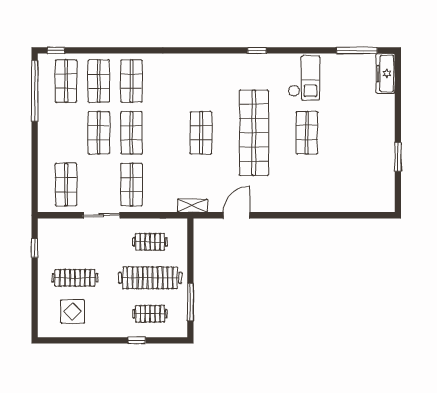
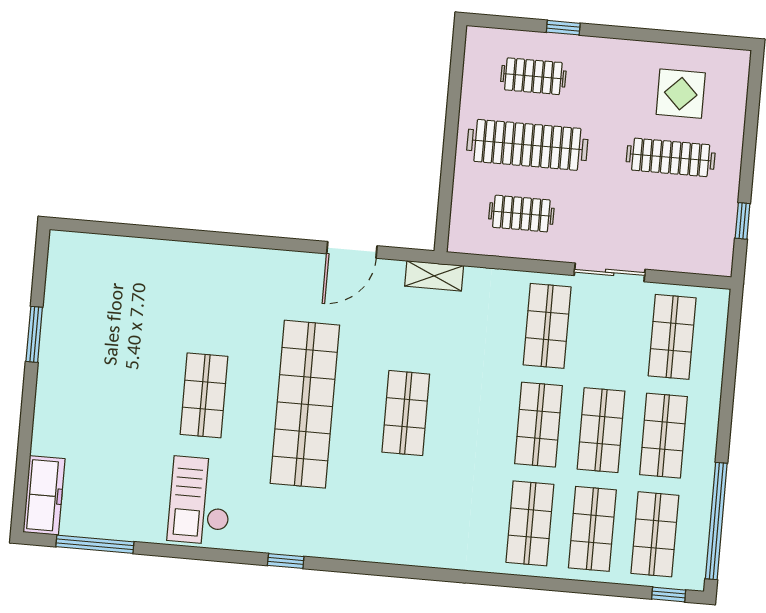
shop shelf: (66, 133) -> (663, 436), added
window: (190, 302) -> (455, 92), removed

